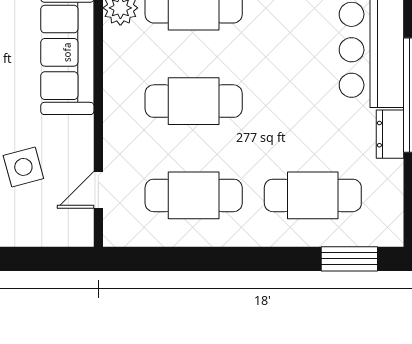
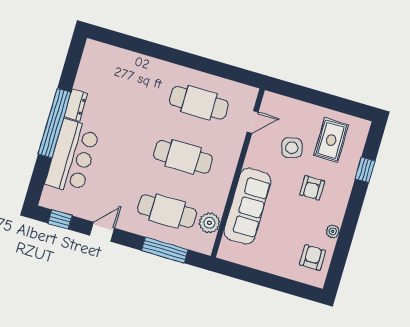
cafe table: (313, 195) -> (130, 83), removed
window: (349, 259) -> (120, 40), removed

